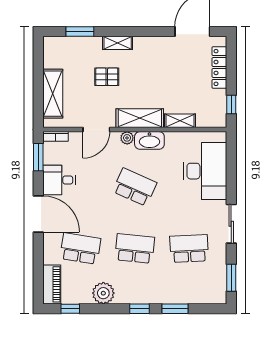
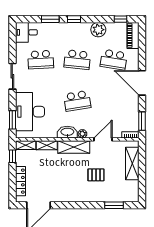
shelving: (118, 43) -> (26, 145), moved
desk: (59, 180) -> (26, 32), moved, turned 180
school desk: (135, 187) -> (77, 101), turned -33
window: (231, 278) -> (12, 120), moved

